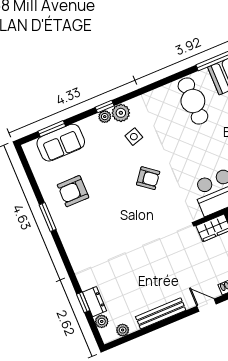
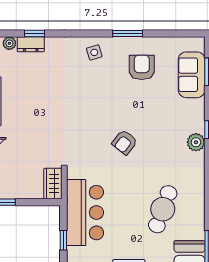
cafe table: (193, 101) -> (163, 209), moved, turned -70
plant: (105, 117) -> (199, 126), removed
side table: (134, 137) -> (94, 52), moved

